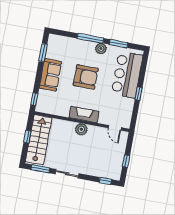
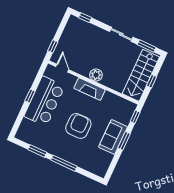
plant: (101, 49) -> (56, 150), removed
window: (43, 53) -> (124, 141), moved
bar counter: (127, 75) -> (44, 101), moved
armchair: (86, 77) -> (78, 126), turned 90
window: (126, 161) -> (53, 46), moved

